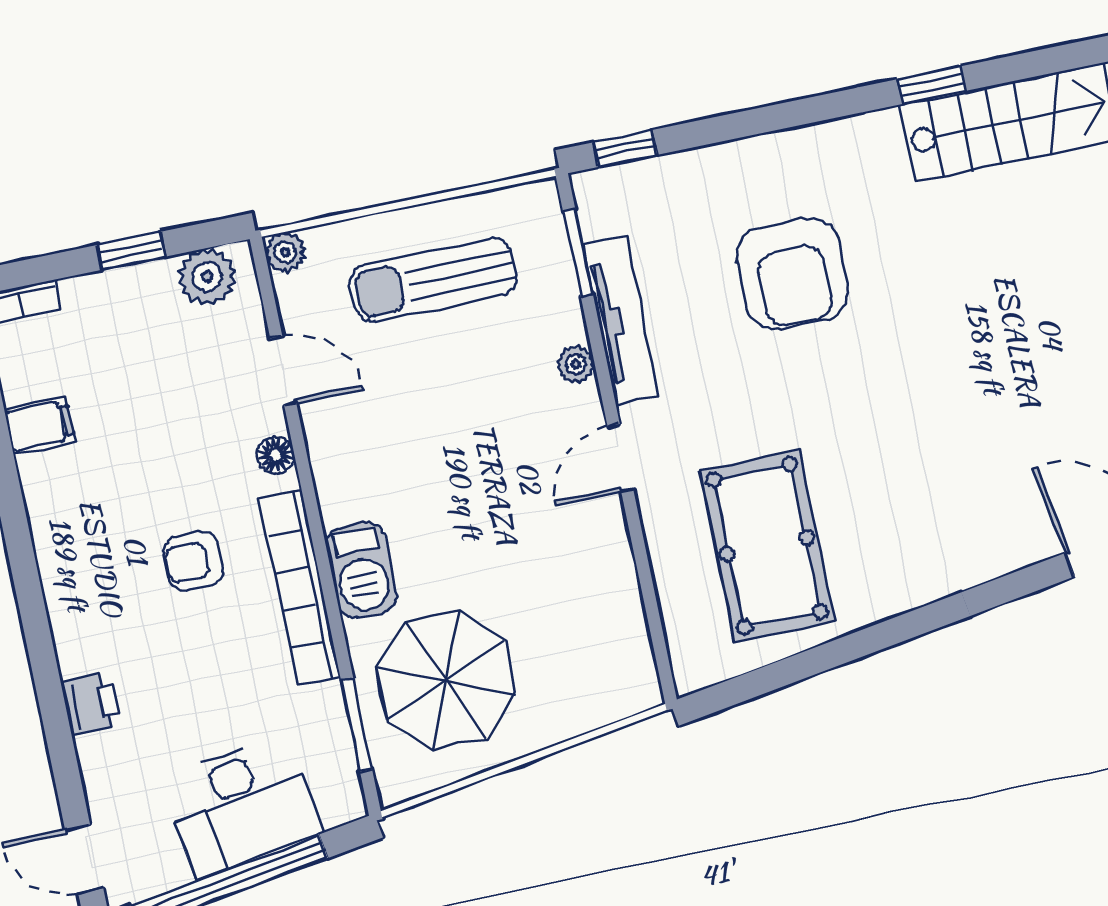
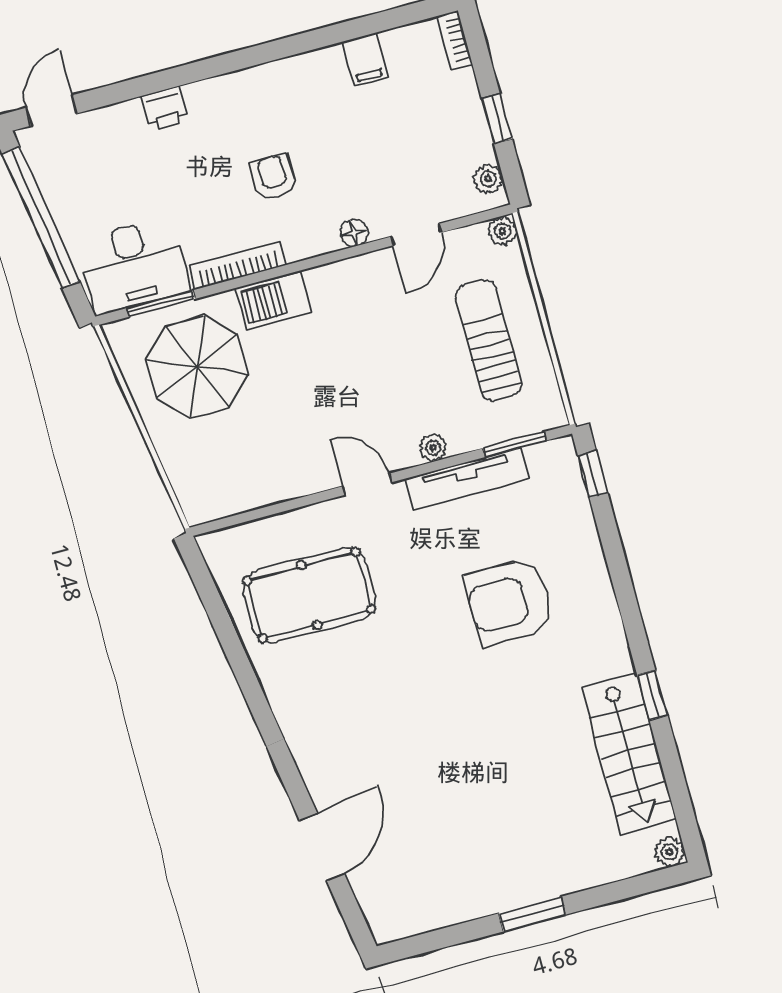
plant: (207, 277) -> (488, 179), width x0.73, depth x0.73
bookcase: (300, 588) -> (238, 266), width x0.68, depth x0.76
desk: (242, 806) -> (134, 265), moved, turned -81

